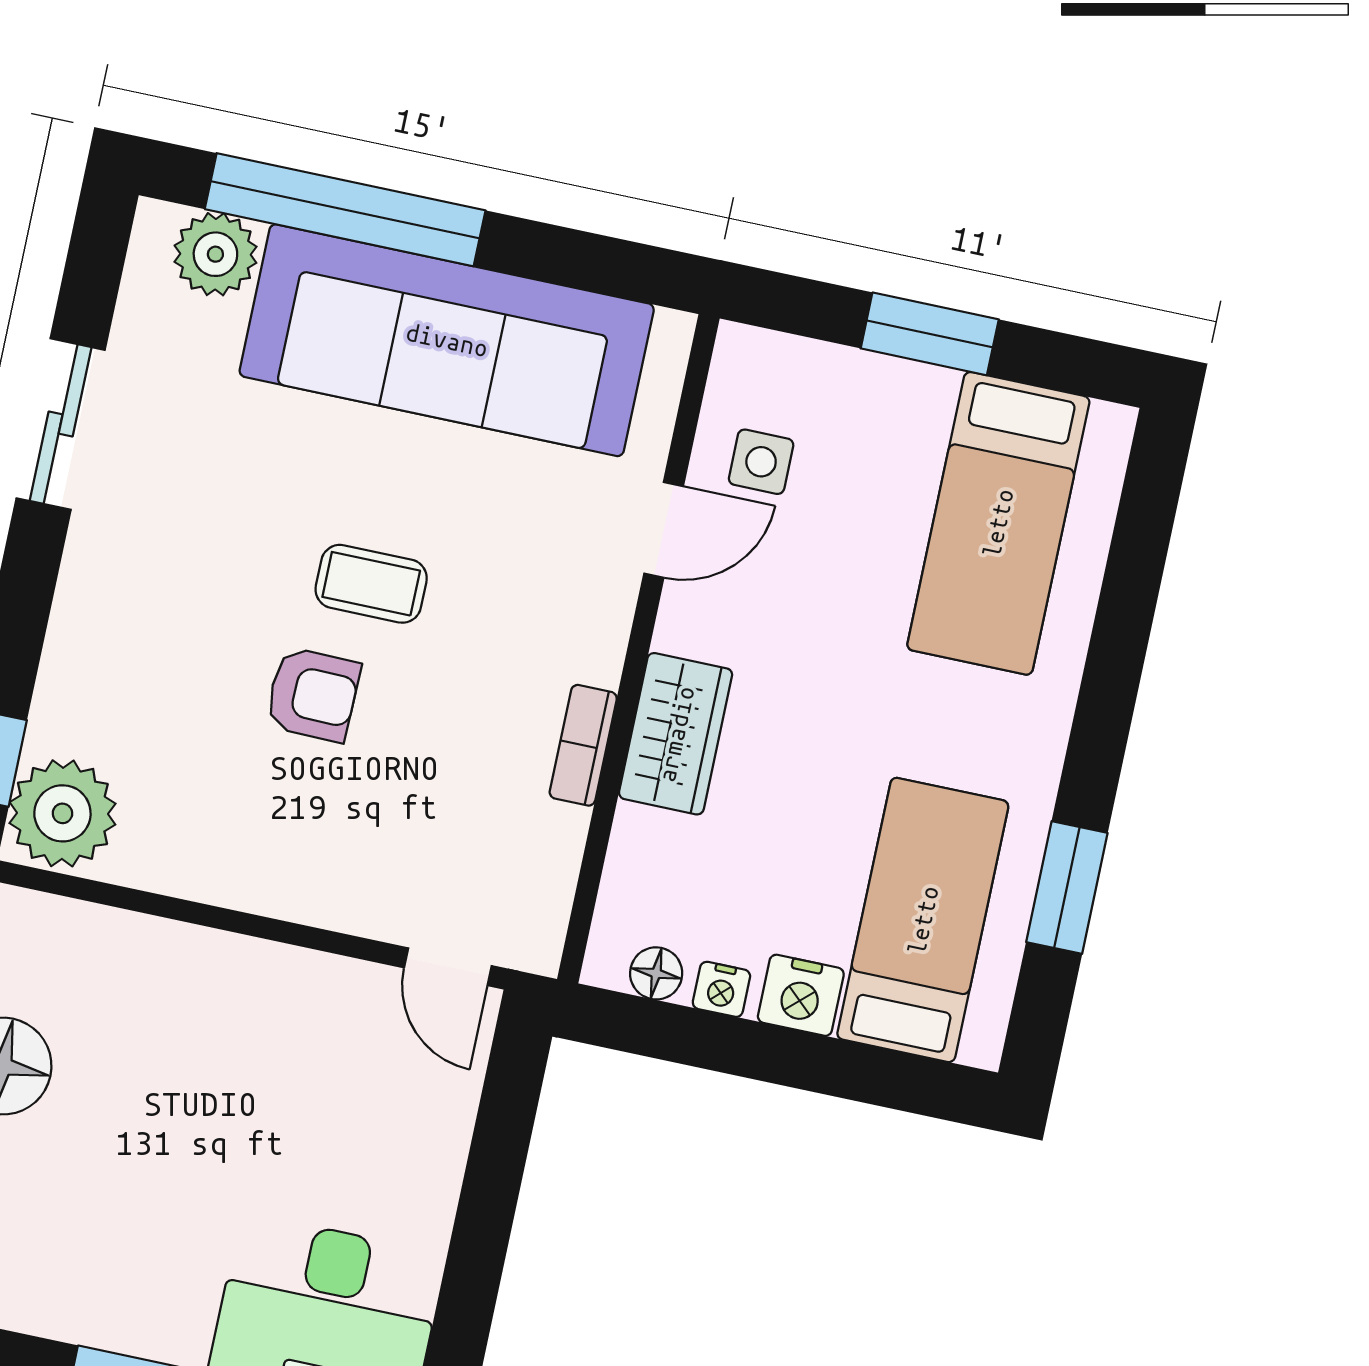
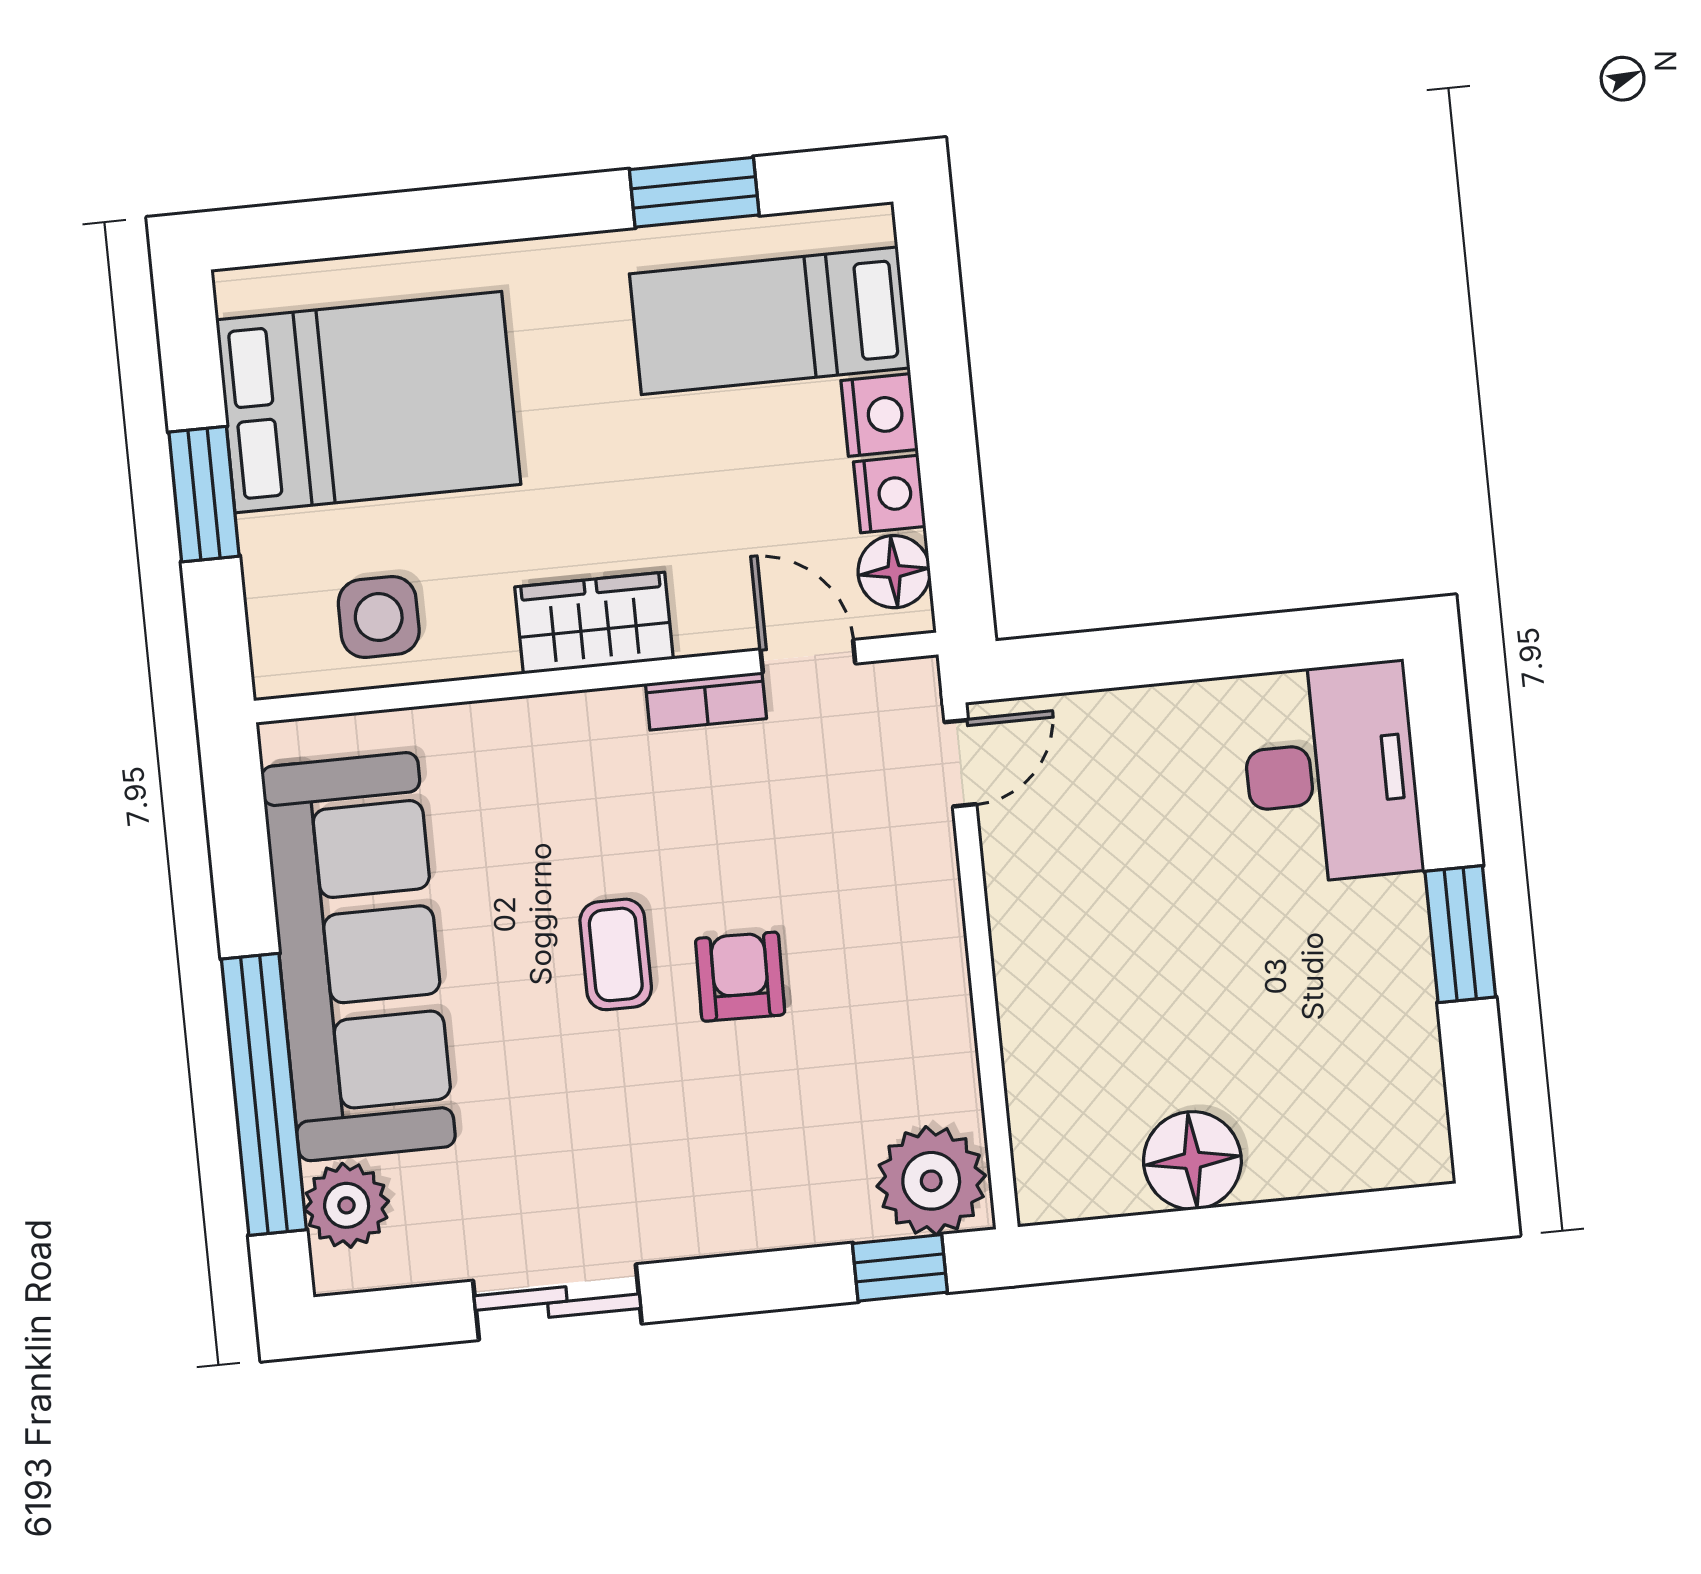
side table: (761, 462) -> (379, 617), width x1.37, depth x1.37
bed: (998, 523) -> (368, 402), width x1.50
door: (664, 530) -> (808, 656), moved
wardrobe: (676, 734) -> (594, 623), moved
floor lamp: (656, 973) -> (894, 572), width x1.37, depth x1.37
nightstand: (721, 989) -> (890, 494), width x1.39, depth x1.35

